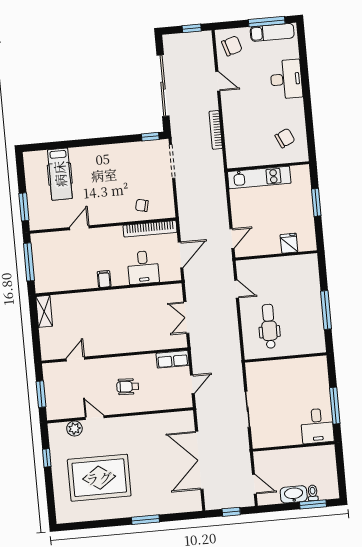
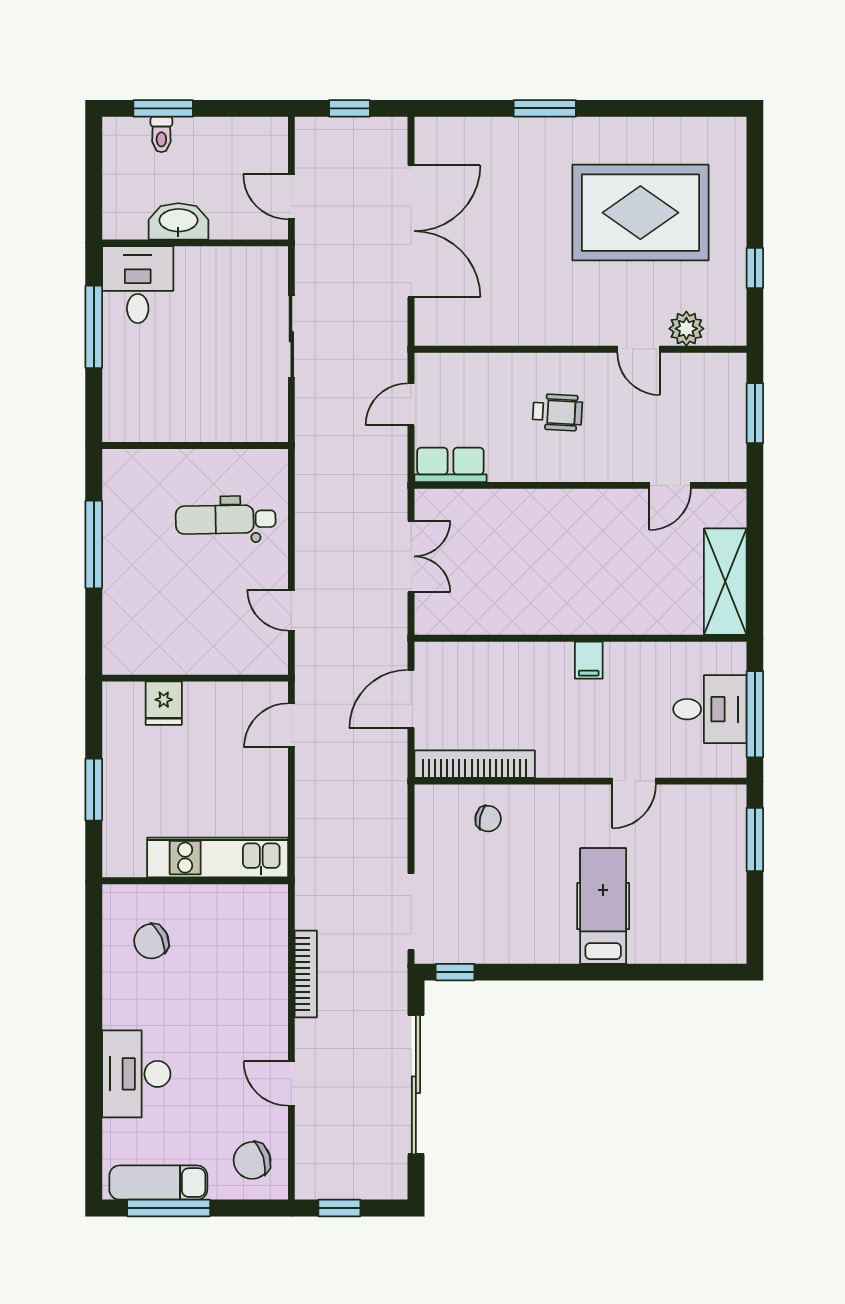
hospital bed: (60, 174) -> (603, 906), moved
desk: (143, 267) -> (710, 709), moved, turned 90
shelving: (44, 311) -> (725, 582), width x1.50, depth x1.33
dental chair: (269, 326) -> (226, 519), turned 89
door: (254, 484) -> (291, 197), moved
washbasin: (294, 494) -> (178, 221), moved, turned 180

